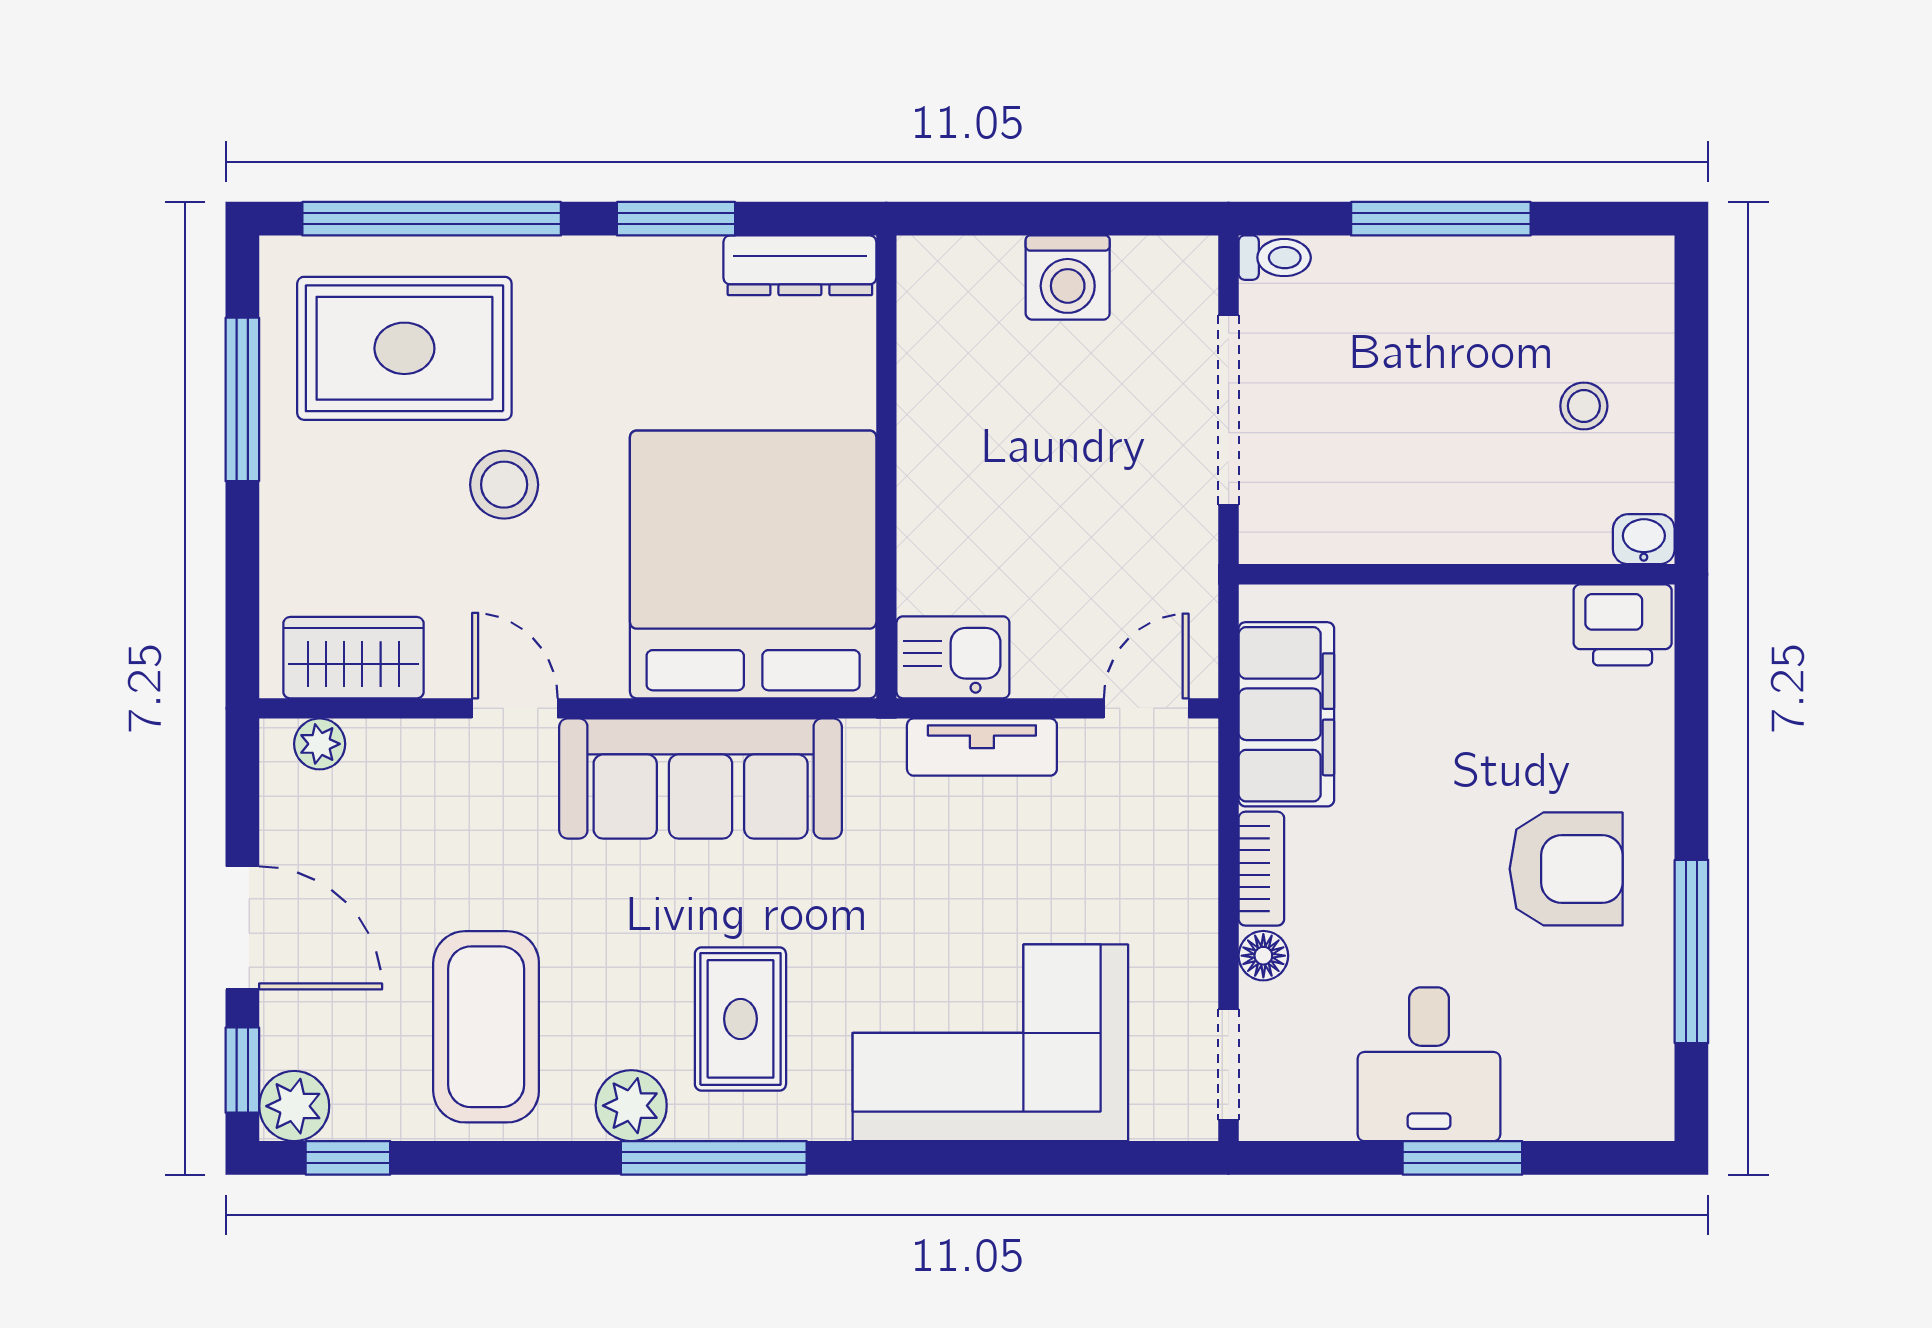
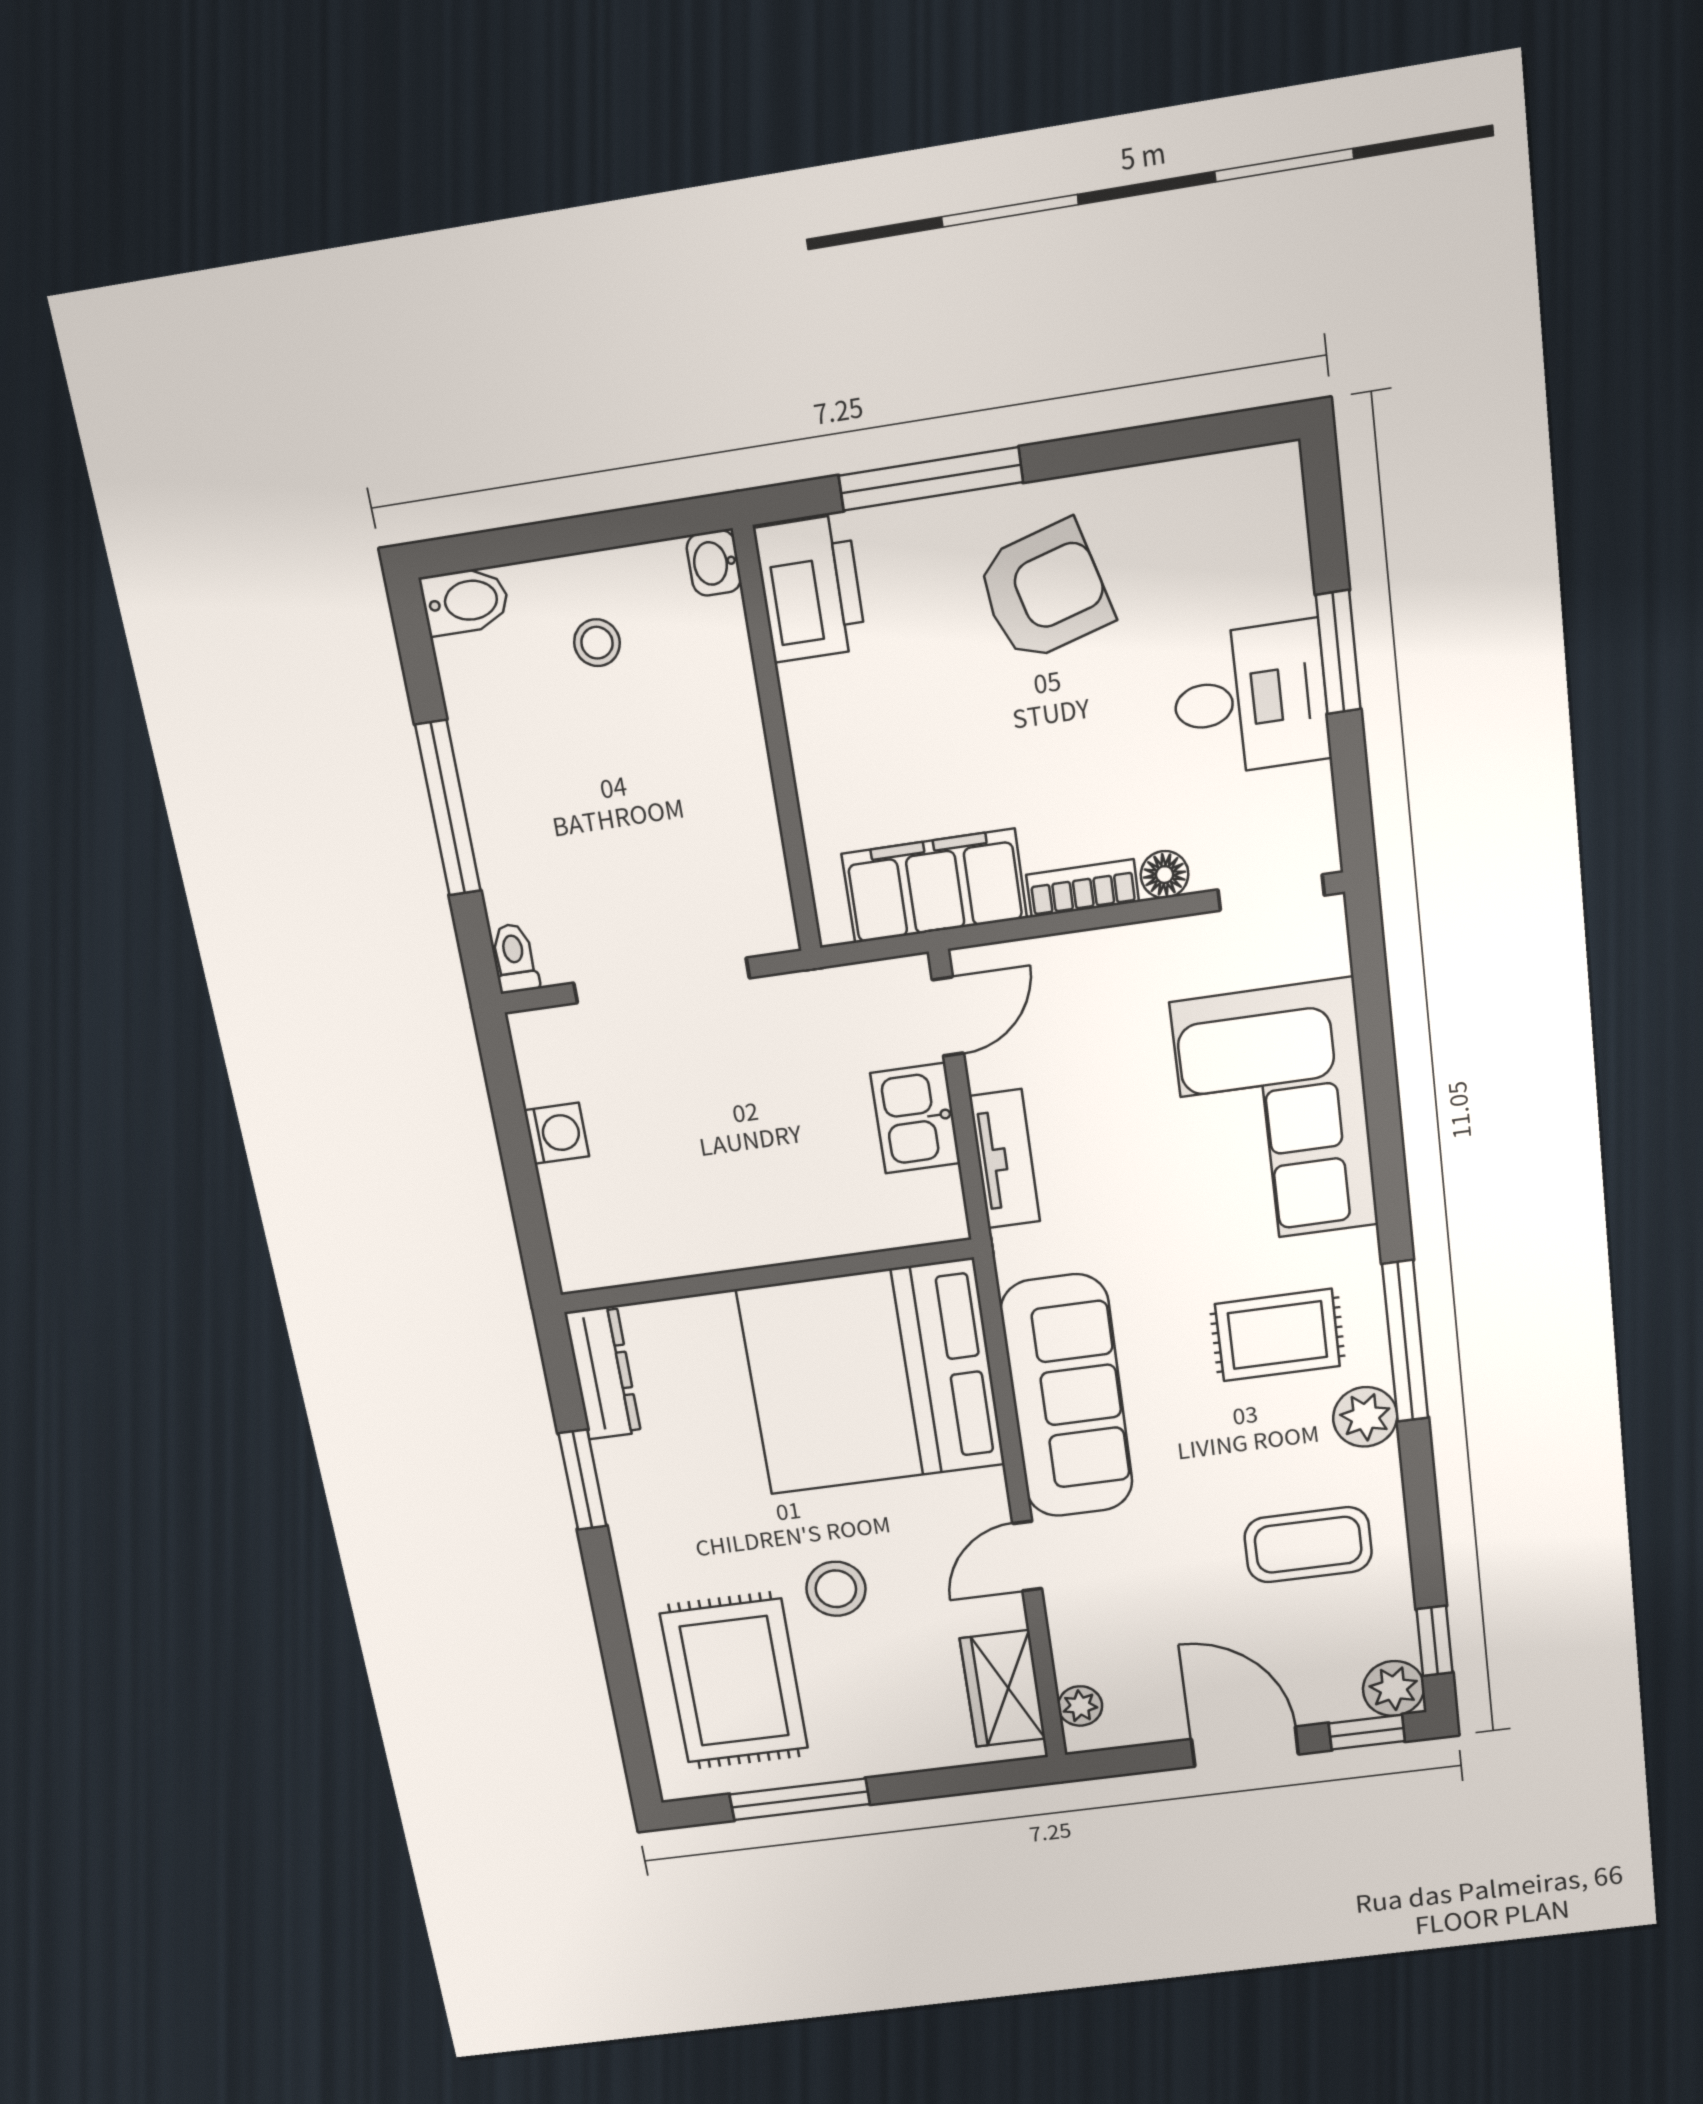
window: (432, 219) -> (621, 1673), removed
washing machine: (1068, 278) -> (557, 1133), width x0.73, depth x0.73
bidet: (1645, 279) -> (465, 601), added
printer: (1623, 625) -> (810, 589), width x1.37, depth x1.19
kitchen sink: (953, 657) -> (915, 1118), moved
door: (1146, 708) -> (948, 1017), swing flipped
armchair: (1566, 869) -> (1044, 592), turned 74
door: (242, 928) -> (1245, 1747), hinge flipped
window: (1691, 952) -> (931, 479), moved
coffee table: (486, 1027) -> (1308, 1545), width x0.73, depth x0.76

